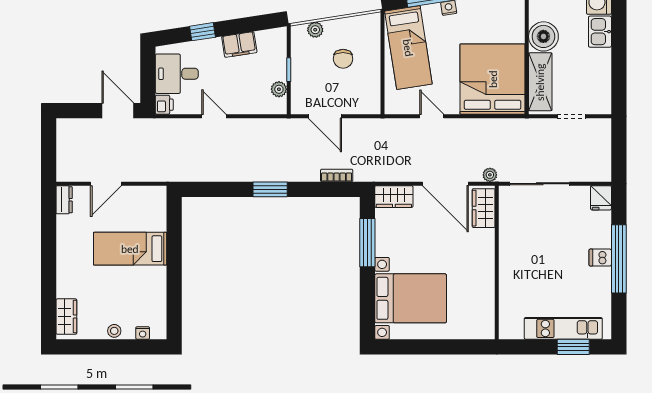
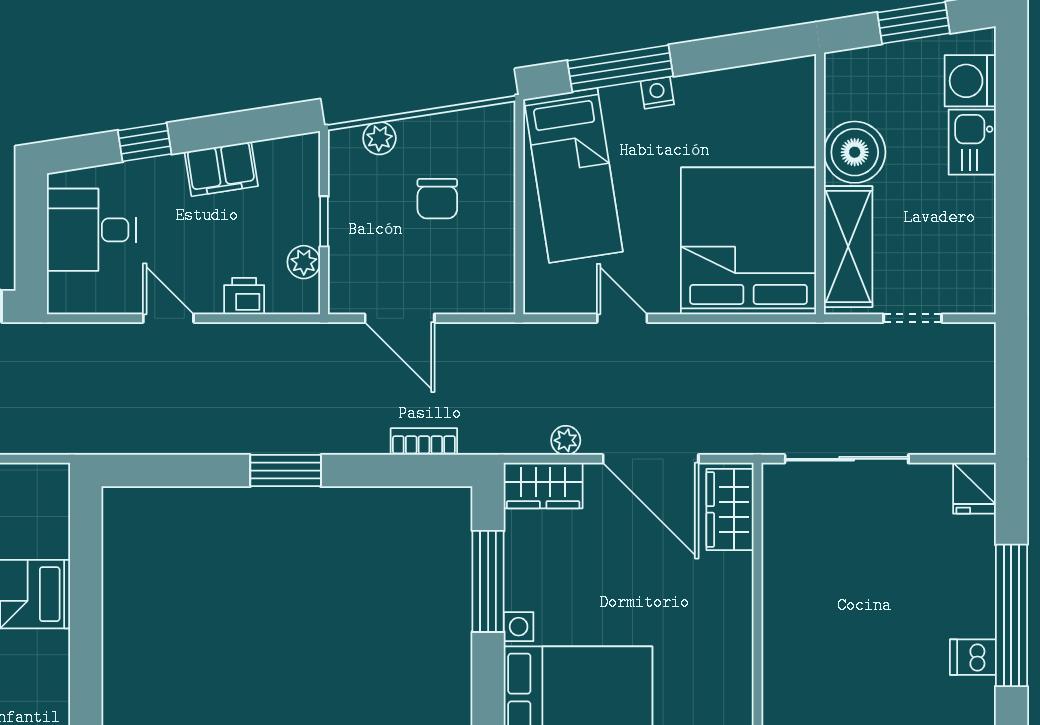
printer: (164, 105) -> (244, 296), moved, turned -90
plant: (490, 175) -> (566, 440), moved
dishwasher: (600, 258) -> (973, 657), moved

